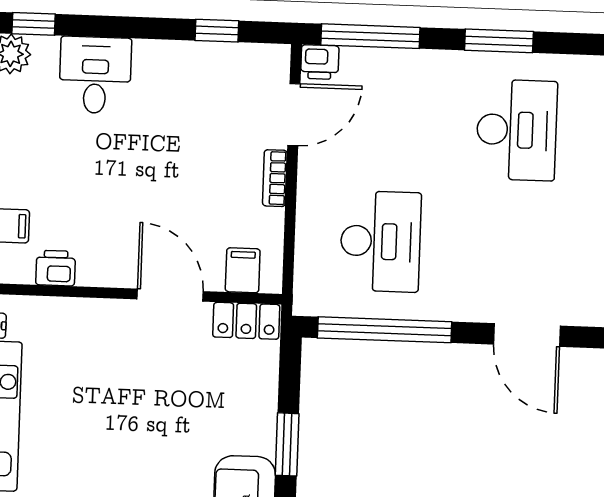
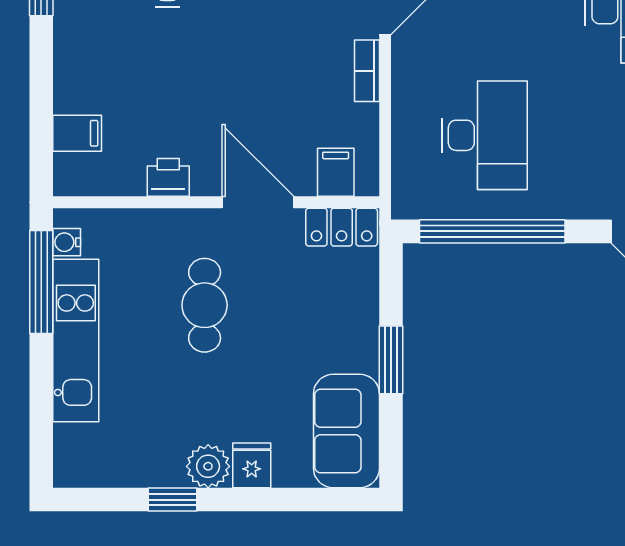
printer: (56, 268) -> (168, 177), moved
cafe table: (118, 388) -> (205, 305), added

